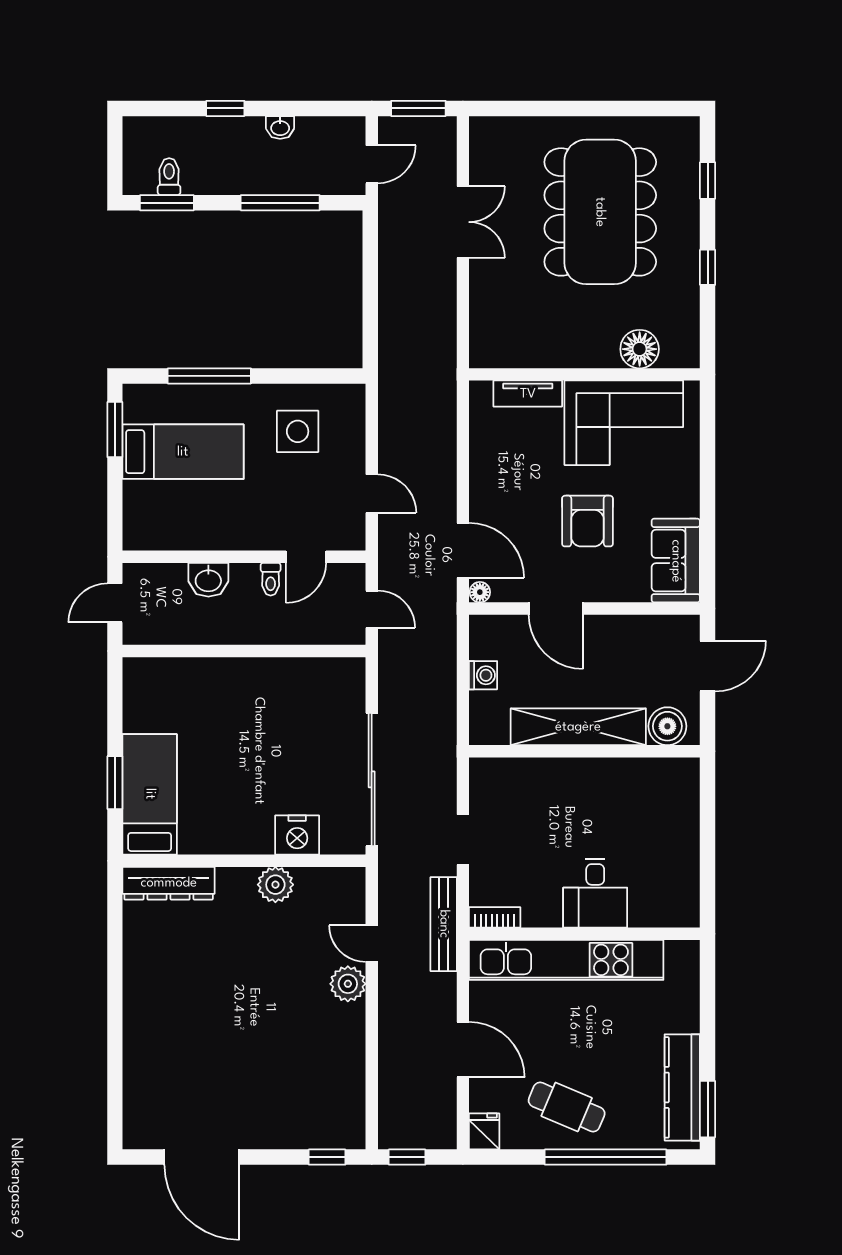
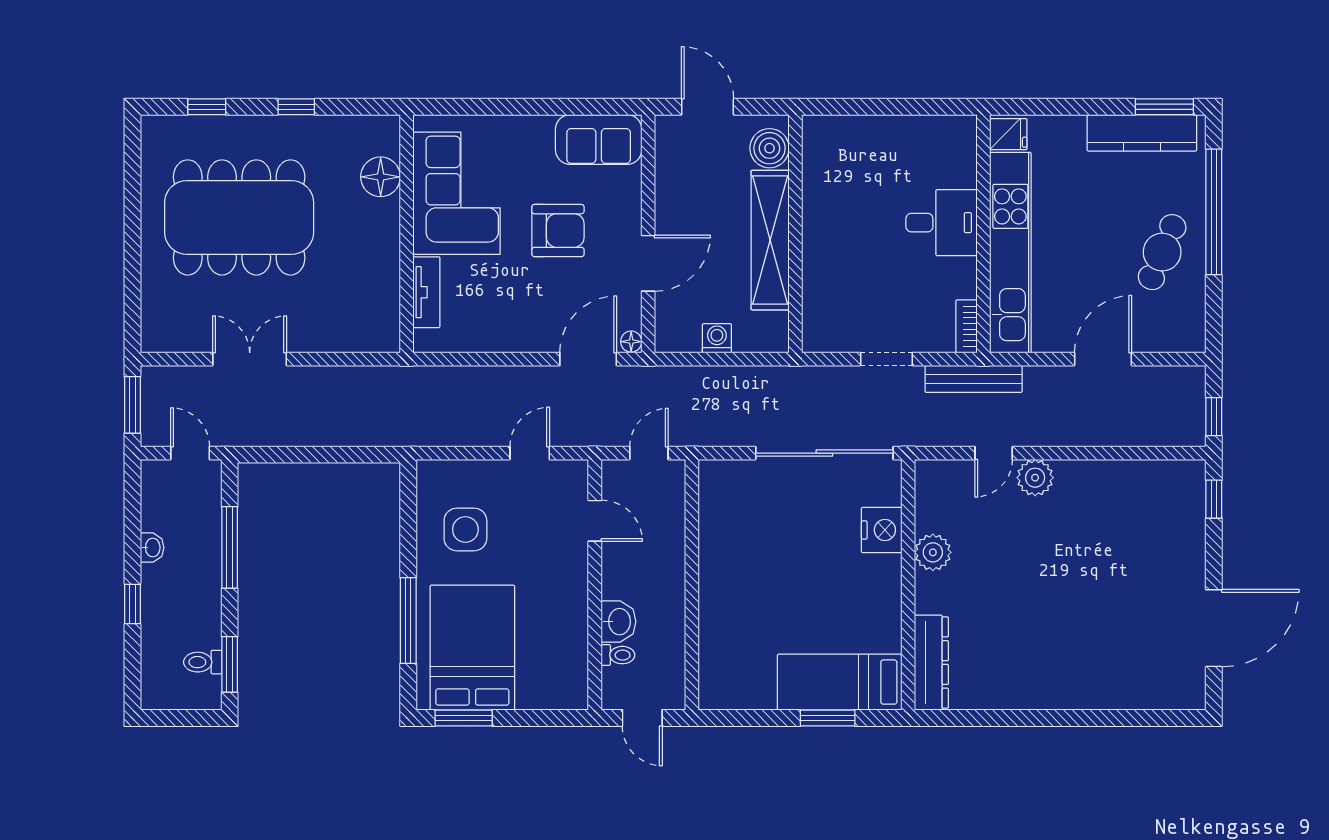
bed: (183, 452) -> (472, 648), width x1.50
toilet: (271, 579) -> (618, 655), moved
fridge: (484, 1131) -> (1008, 134), moved, turned 180

